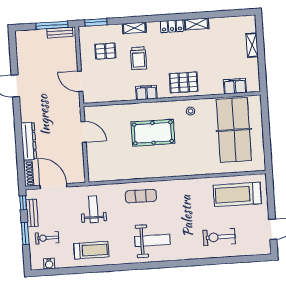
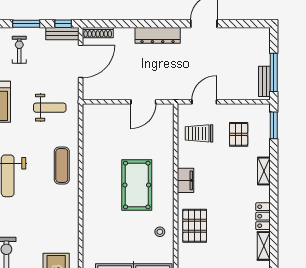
trolley: (139, 58) -> (199, 133), moved
dresser: (29, 141) -> (158, 35), moved
bench: (32, 213) -> (62, 34), moved

